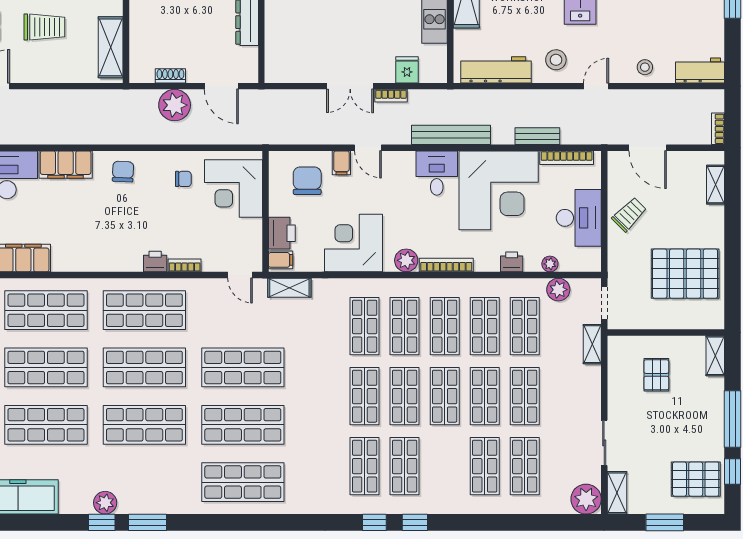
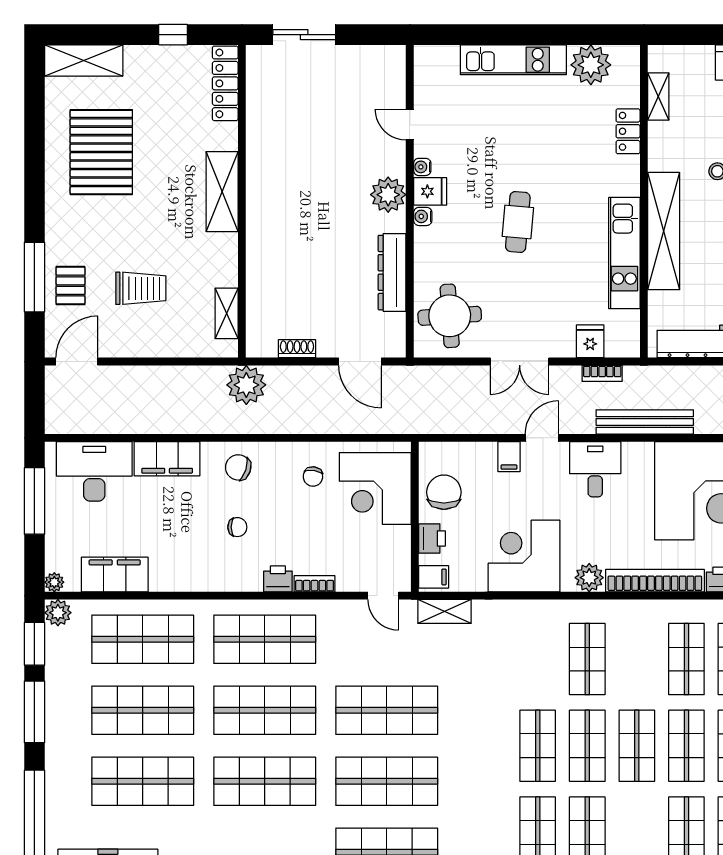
shelving: (111, 47) -> (227, 313), width x0.67, depth x0.75
round table: (294, 49) -> (450, 316), added
bookcase: (391, 96) -> (602, 373), moved
plant: (175, 105) -> (246, 385), moved
door: (368, 148) -> (542, 438), swing flipped
chair: (123, 172) -> (238, 467), turned -75
desk: (437, 173) -> (595, 469), moved
chair: (183, 179) -> (313, 477), turned 98
chair: (307, 181) -> (444, 492), moved
chair: (122, 220) -> (237, 527), added
printer: (282, 233) -> (432, 538), width x0.73, depth x0.81
bookcase: (446, 265) -> (655, 581), width x1.48, depth x1.31
shop shelf: (365, 326) -> (538, 659), removed
shop shelf: (445, 326) -> (637, 659), removed

